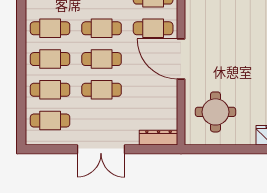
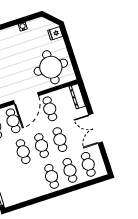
cafe table: (50, 28) -> (50, 109), moved
round table: (215, 112) -> (51, 67), width x1.36, depth x1.36
double door: (101, 149) -> (95, 128), swing flipped

